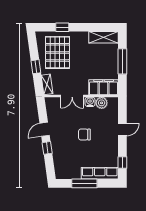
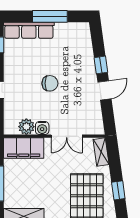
window: (36, 67) -> (118, 190), moved
double door: (72, 96) -> (67, 136), swing flipped

